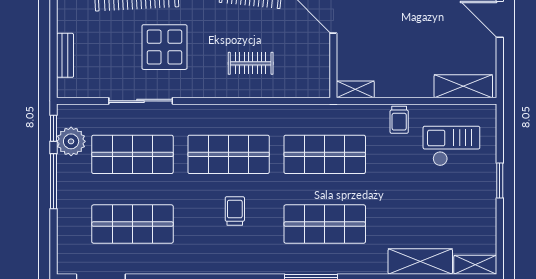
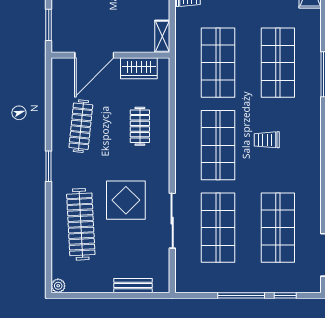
wardrobe: (318, 62) -> (139, 68), added
window: (54, 128) -> (285, 295), moved
plant: (71, 141) -> (207, 280), removed

